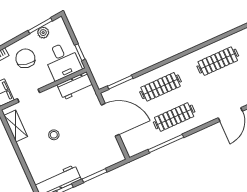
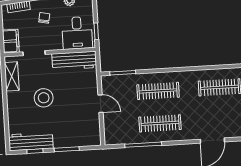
chair: (25, 58) -> (44, 18), width x0.54, depth x0.54
workbench: (75, 86) -> (74, 61), width x1.38
door: (110, 120) -> (100, 104), width x0.53
stool: (54, 135) -> (44, 98), width x1.89, depth x1.89

